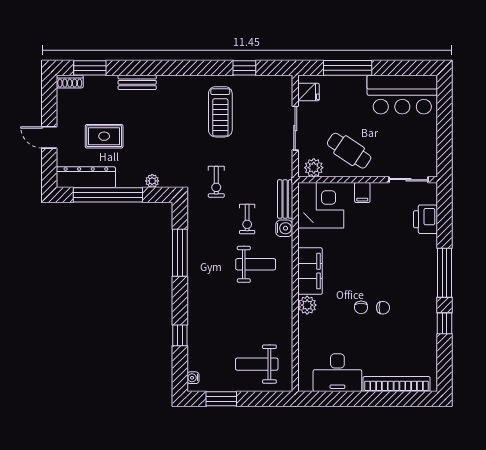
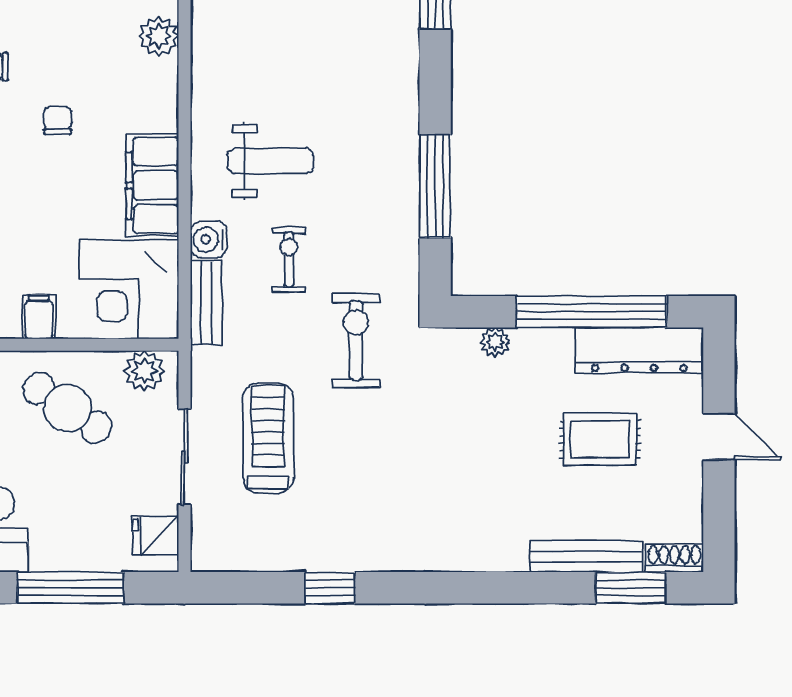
window: (244, 68) -> (330, 588), moved
bench: (137, 82) -> (586, 556), moved, width x1.36
treadmill: (220, 112) -> (268, 438), moved
exercise bike: (216, 182) -> (356, 340), width x1.38, depth x1.39
weight bench: (256, 264) -> (270, 161), turned 180
filing cabinet: (310, 271) -> (152, 185), moved
plant: (307, 305) -> (159, 36), moved
chair: (361, 307) -> (58, 121), moved

